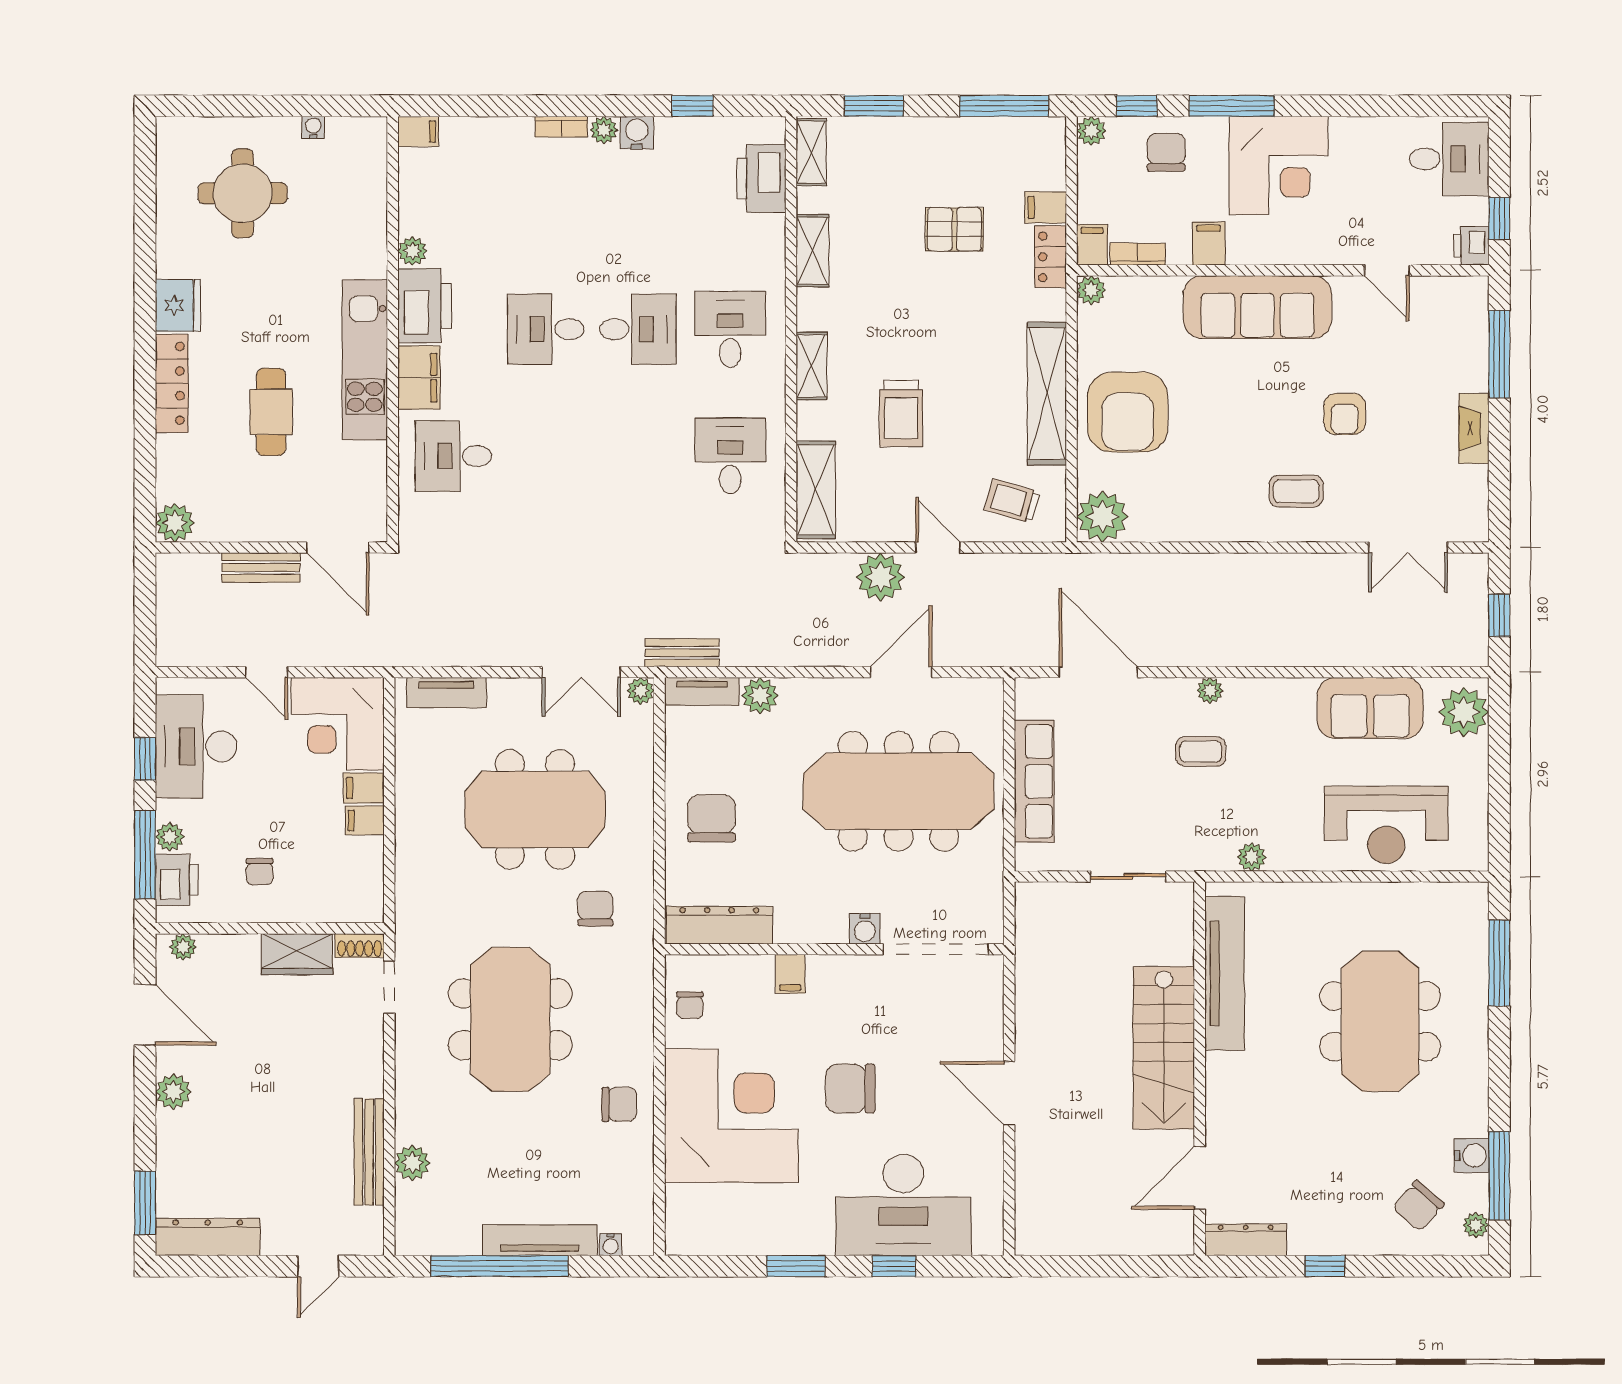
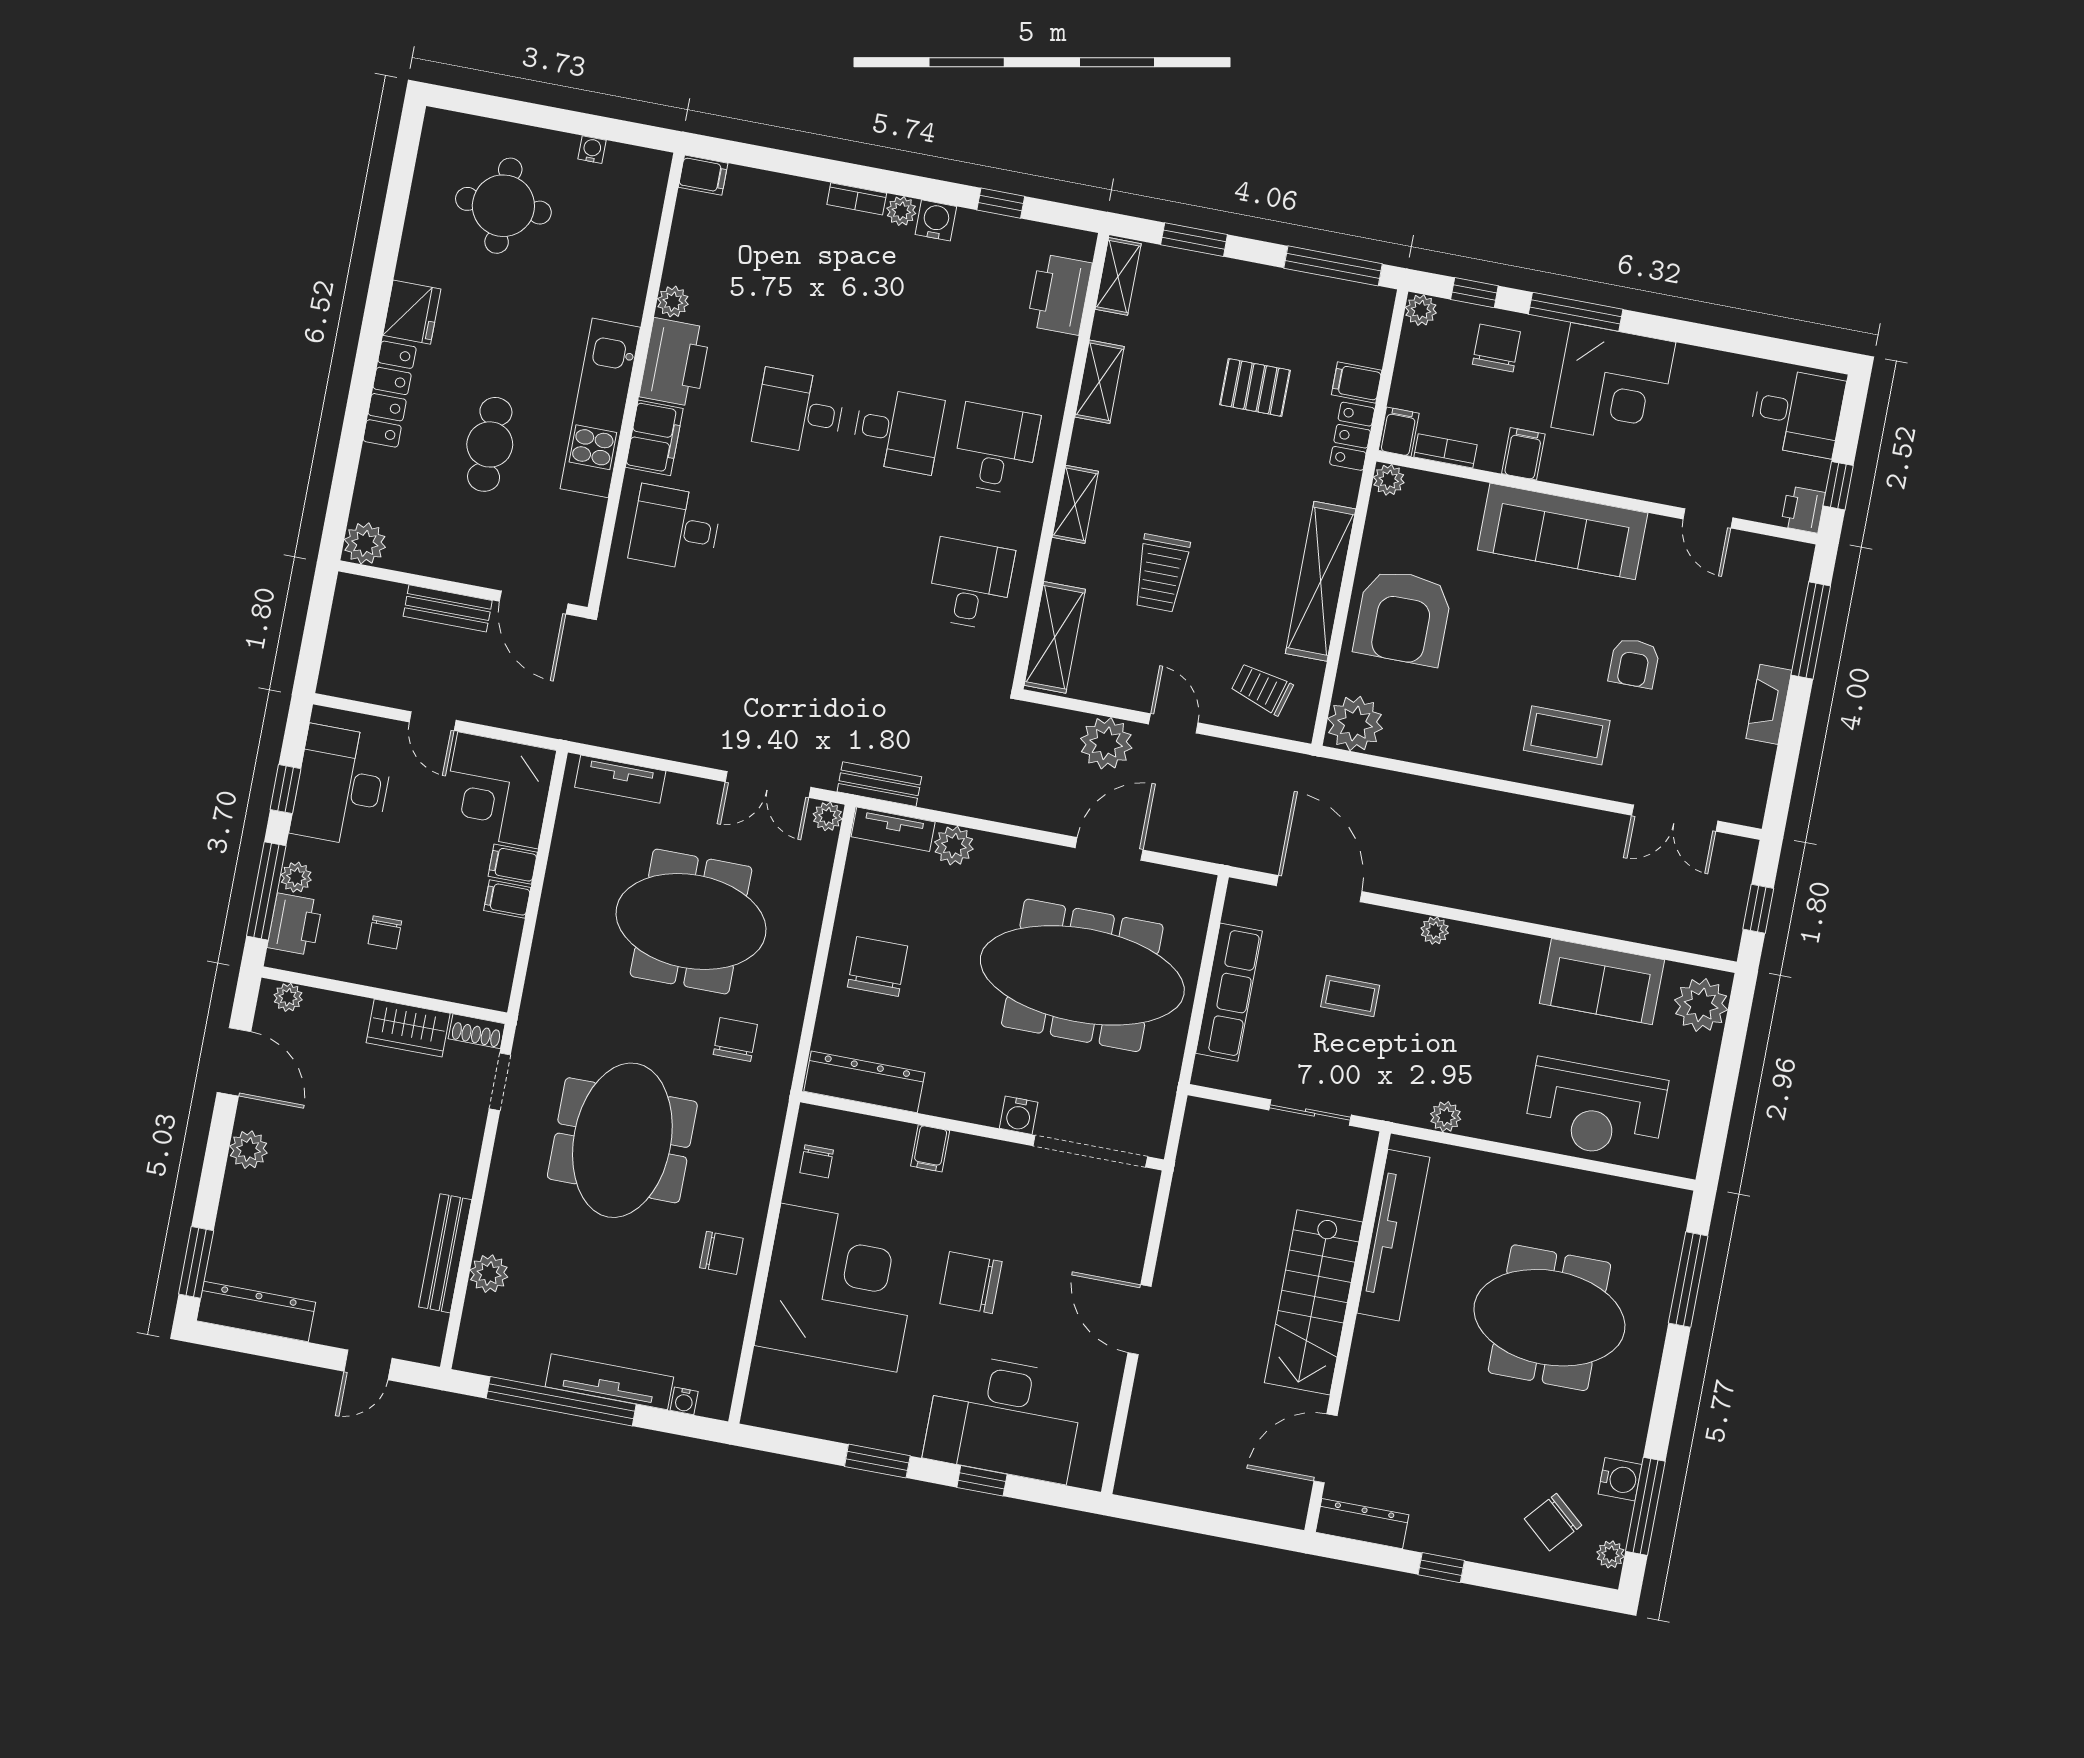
coffee table: (1296, 491) -> (1567, 735), width x1.36, depth x1.30
coffee table: (1201, 752) -> (1350, 996), moved
meeting table: (1380, 1021) -> (1549, 1318), turned 90

